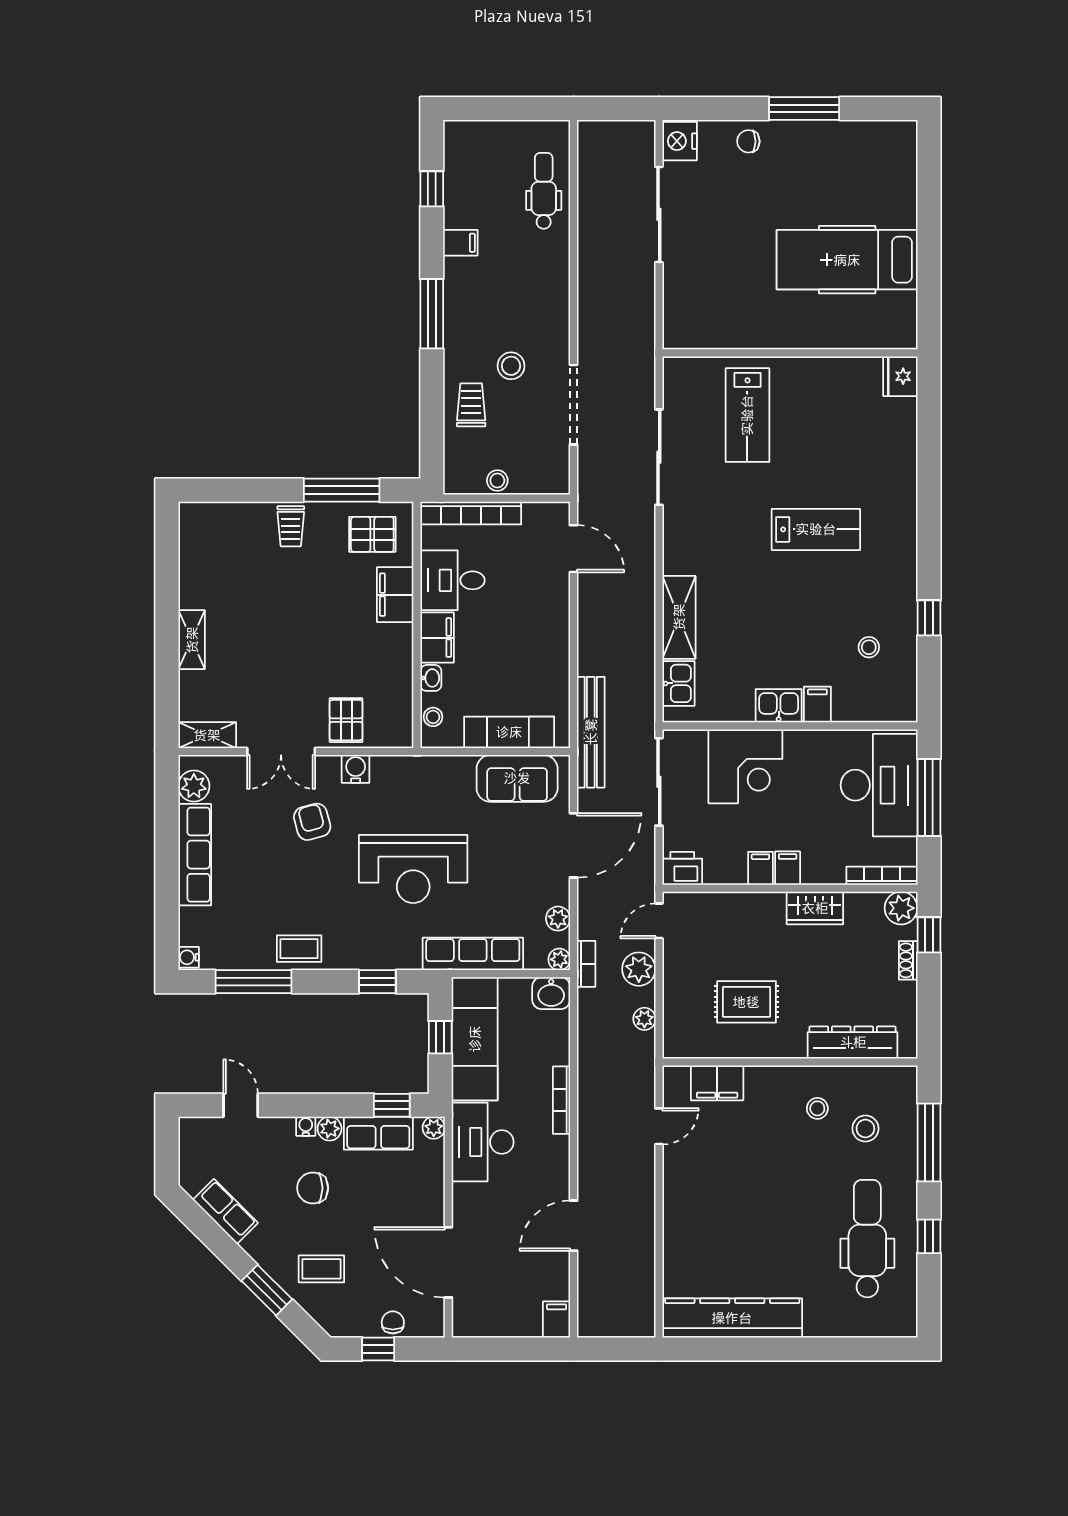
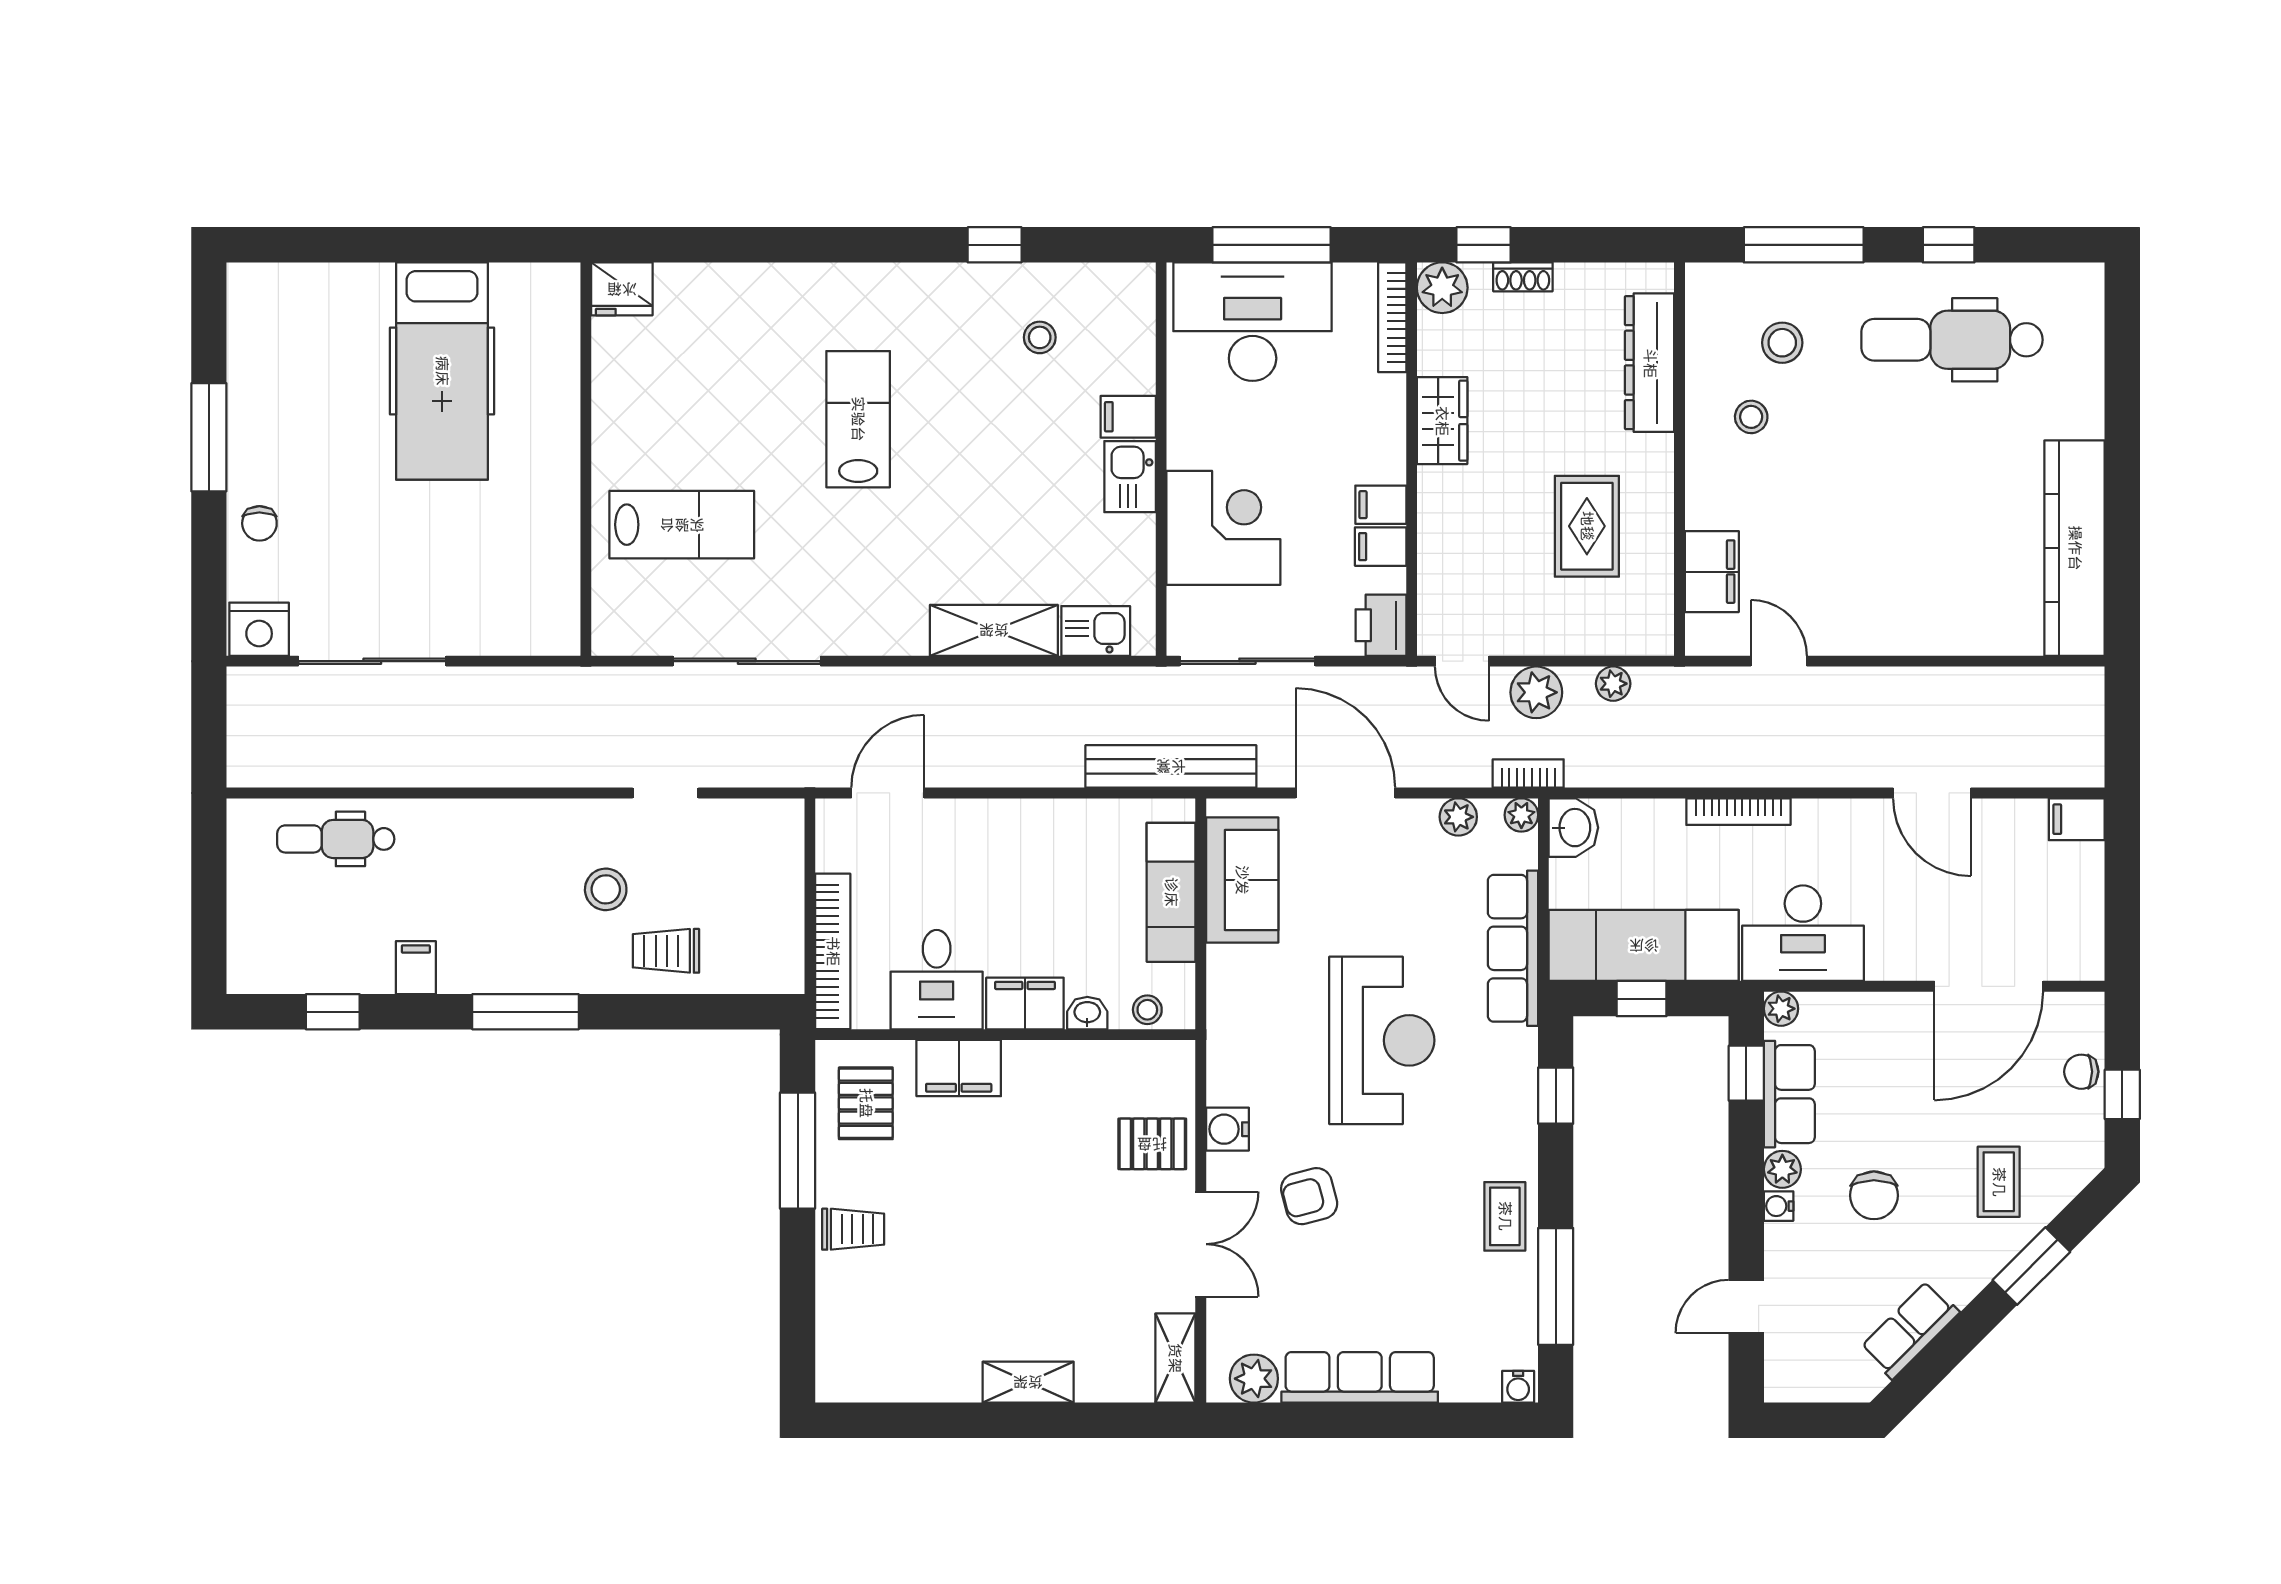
doorway: (574, 405) -> (665, 793), width x0.53
stool: (497, 480) -> (783, 911), removed
filing cabinet: (788, 868) -> (1381, 547), moved

